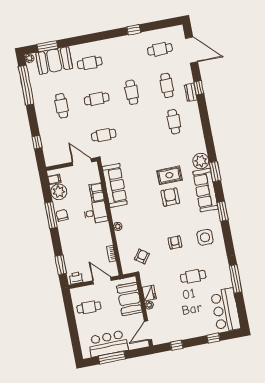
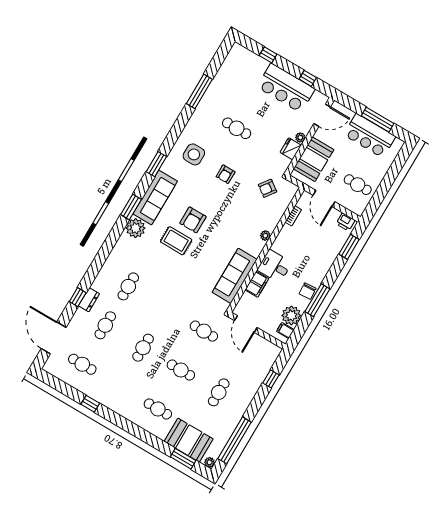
bar counter: (226, 310) -> (286, 88), moved, turned 90

